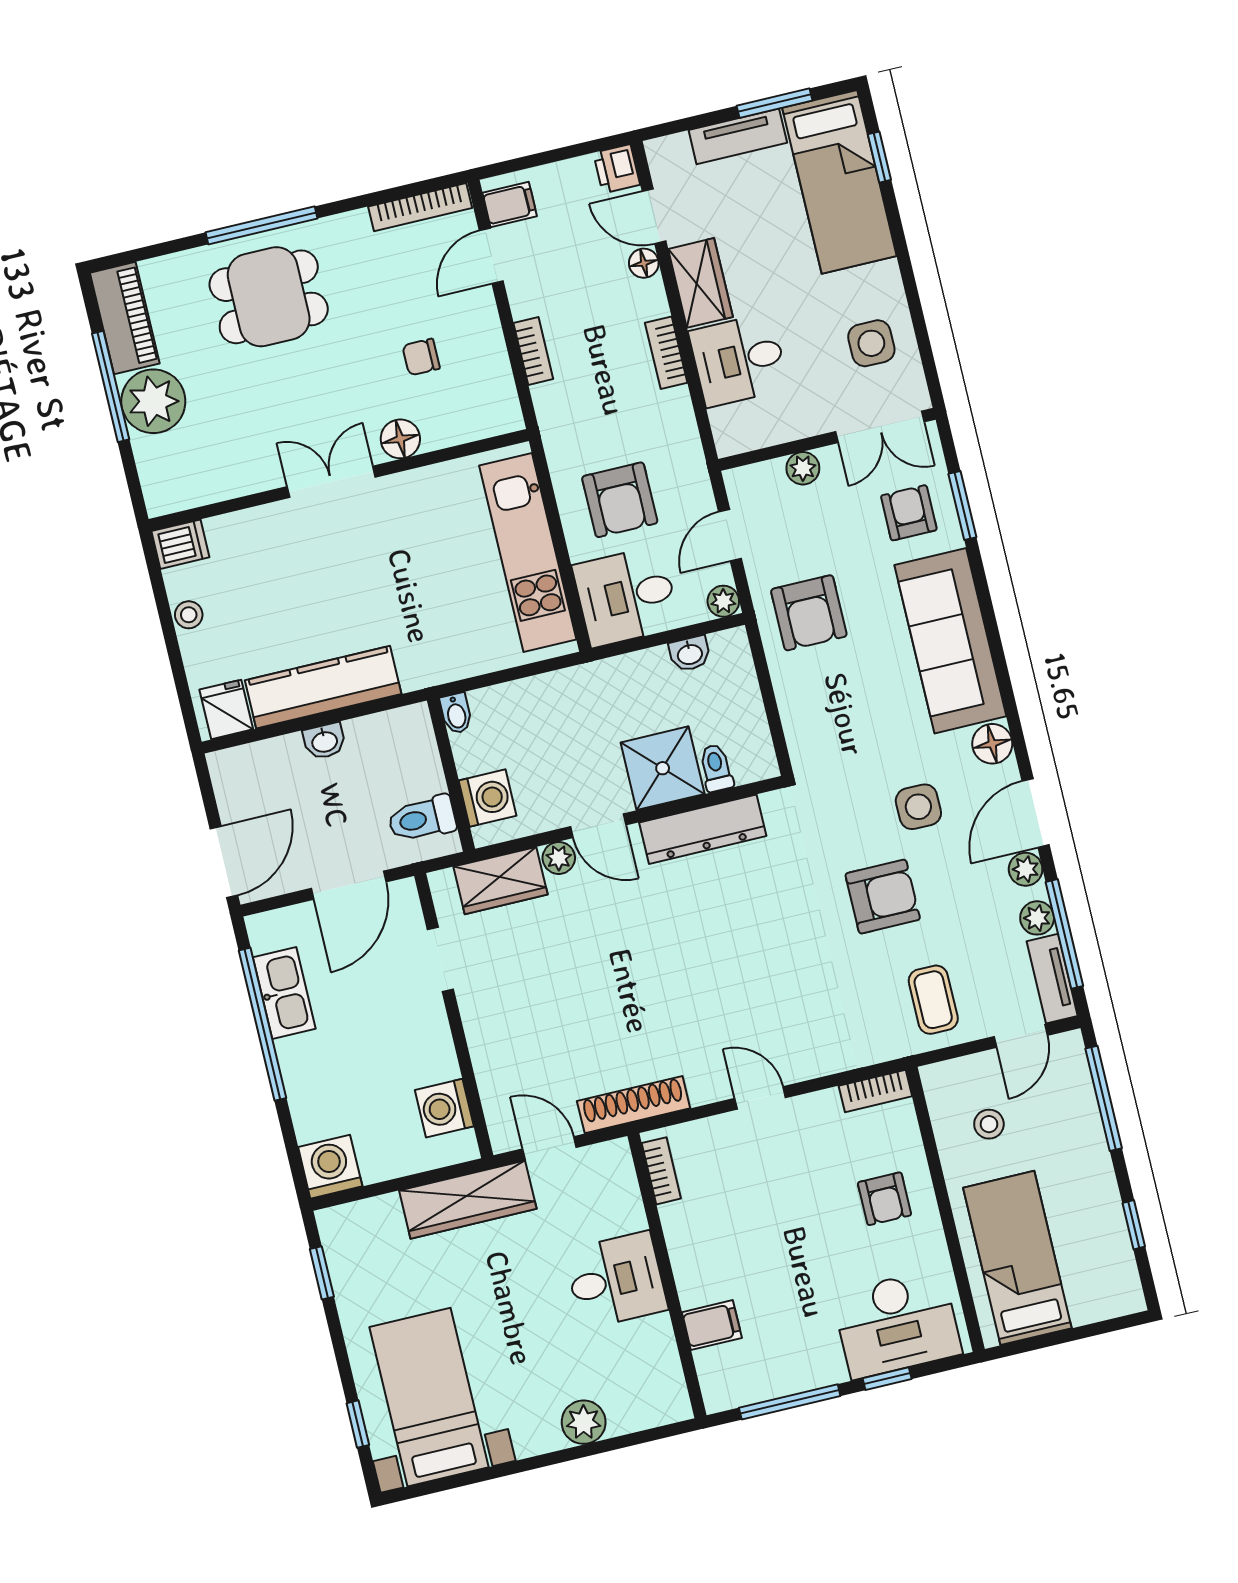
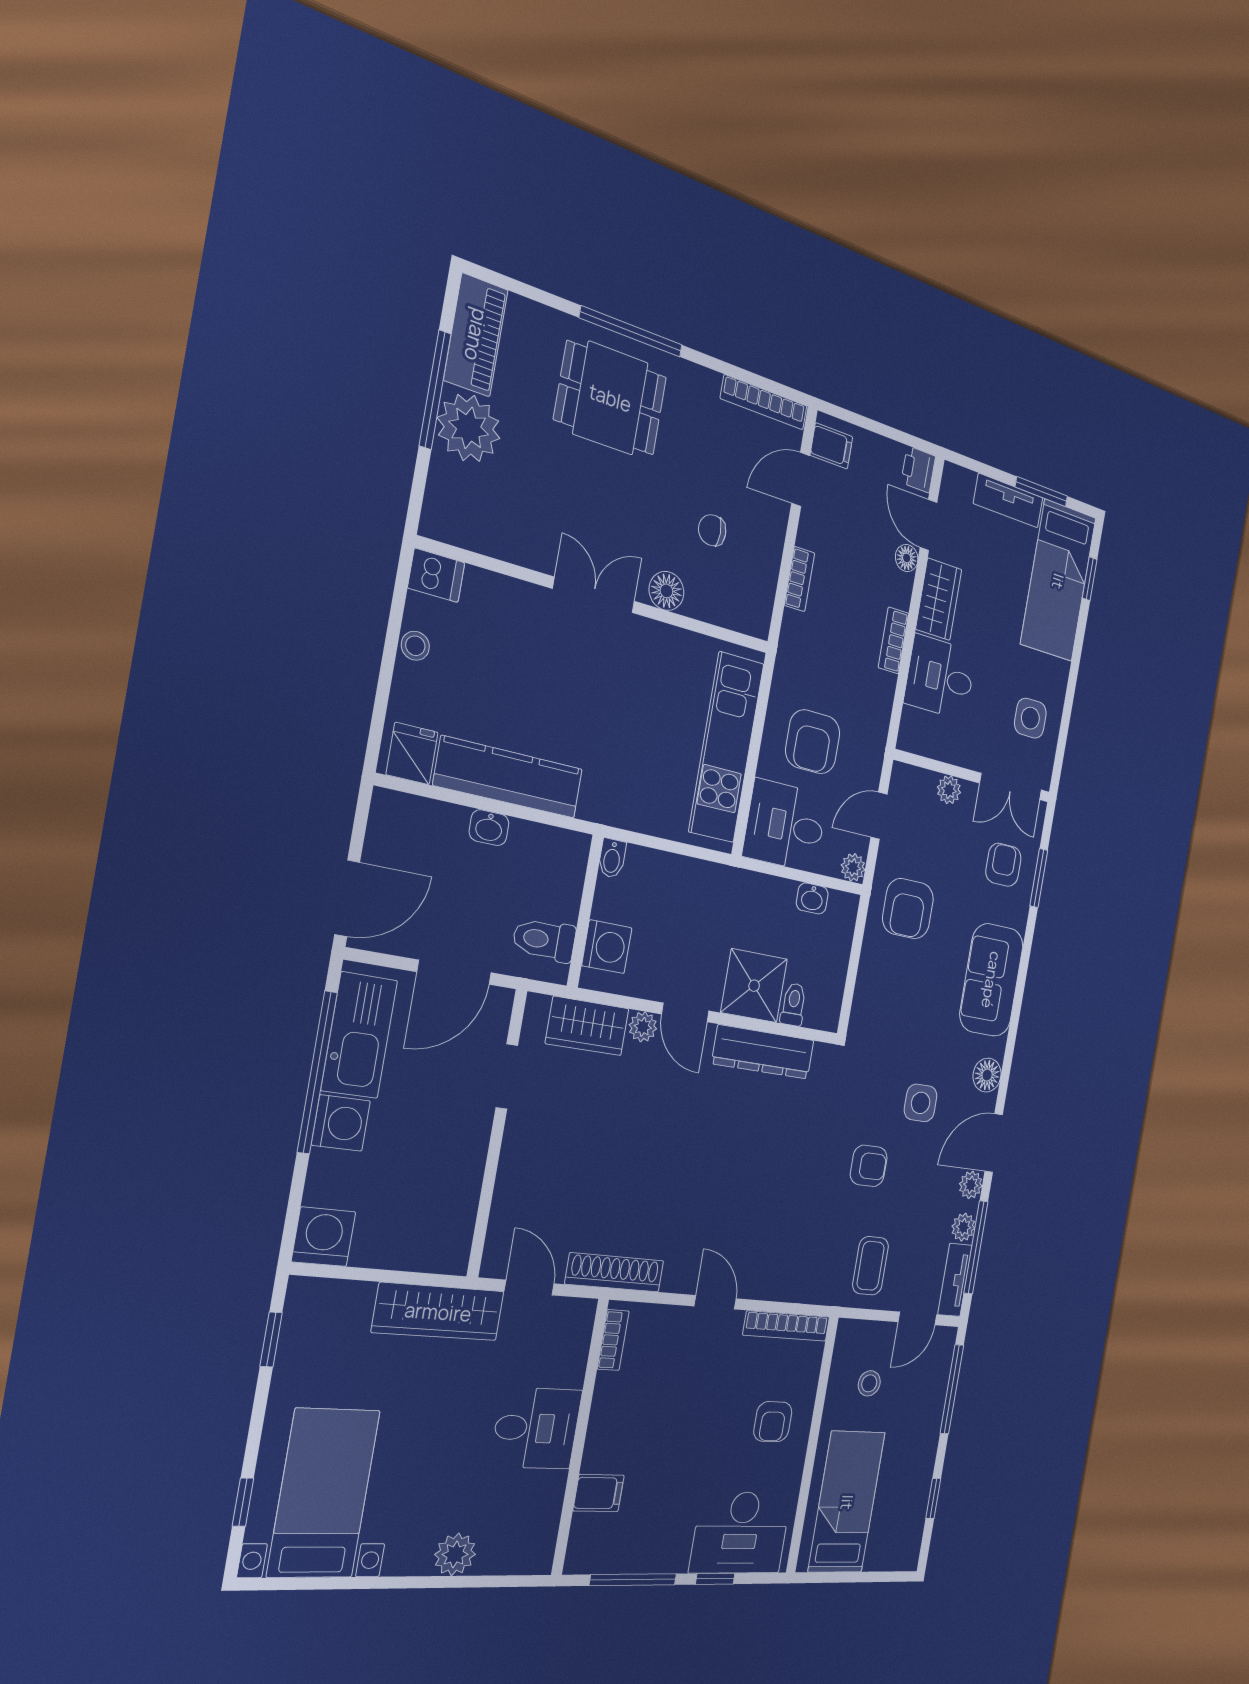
sofa: (950, 641) -> (991, 980), width x0.73
armchair: (883, 897) -> (869, 1166), width x0.72, depth x0.72
kitchen sink: (284, 993) -> (359, 1035), width x1.36, depth x1.24
bookcase: (875, 1091) -> (787, 1326), width x1.56
washing machine: (444, 1108) -> (341, 1123), moved, turned 180

